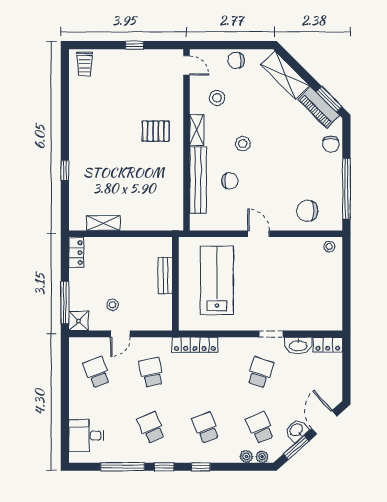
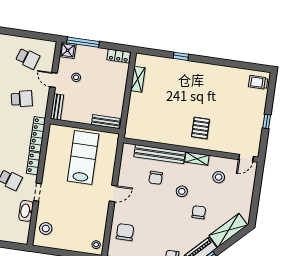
chair: (236, 60) -> (199, 212), moved
bench: (165, 276) -> (106, 122), moved
lab bench: (217, 280) -> (83, 157), turned -90
stool: (318, 316) -> (46, 229), added
bench: (155, 324) -> (57, 107), added
locker: (328, 345) -> (34, 163), moved
school desk: (97, 372) -> (28, 58), turned 39

